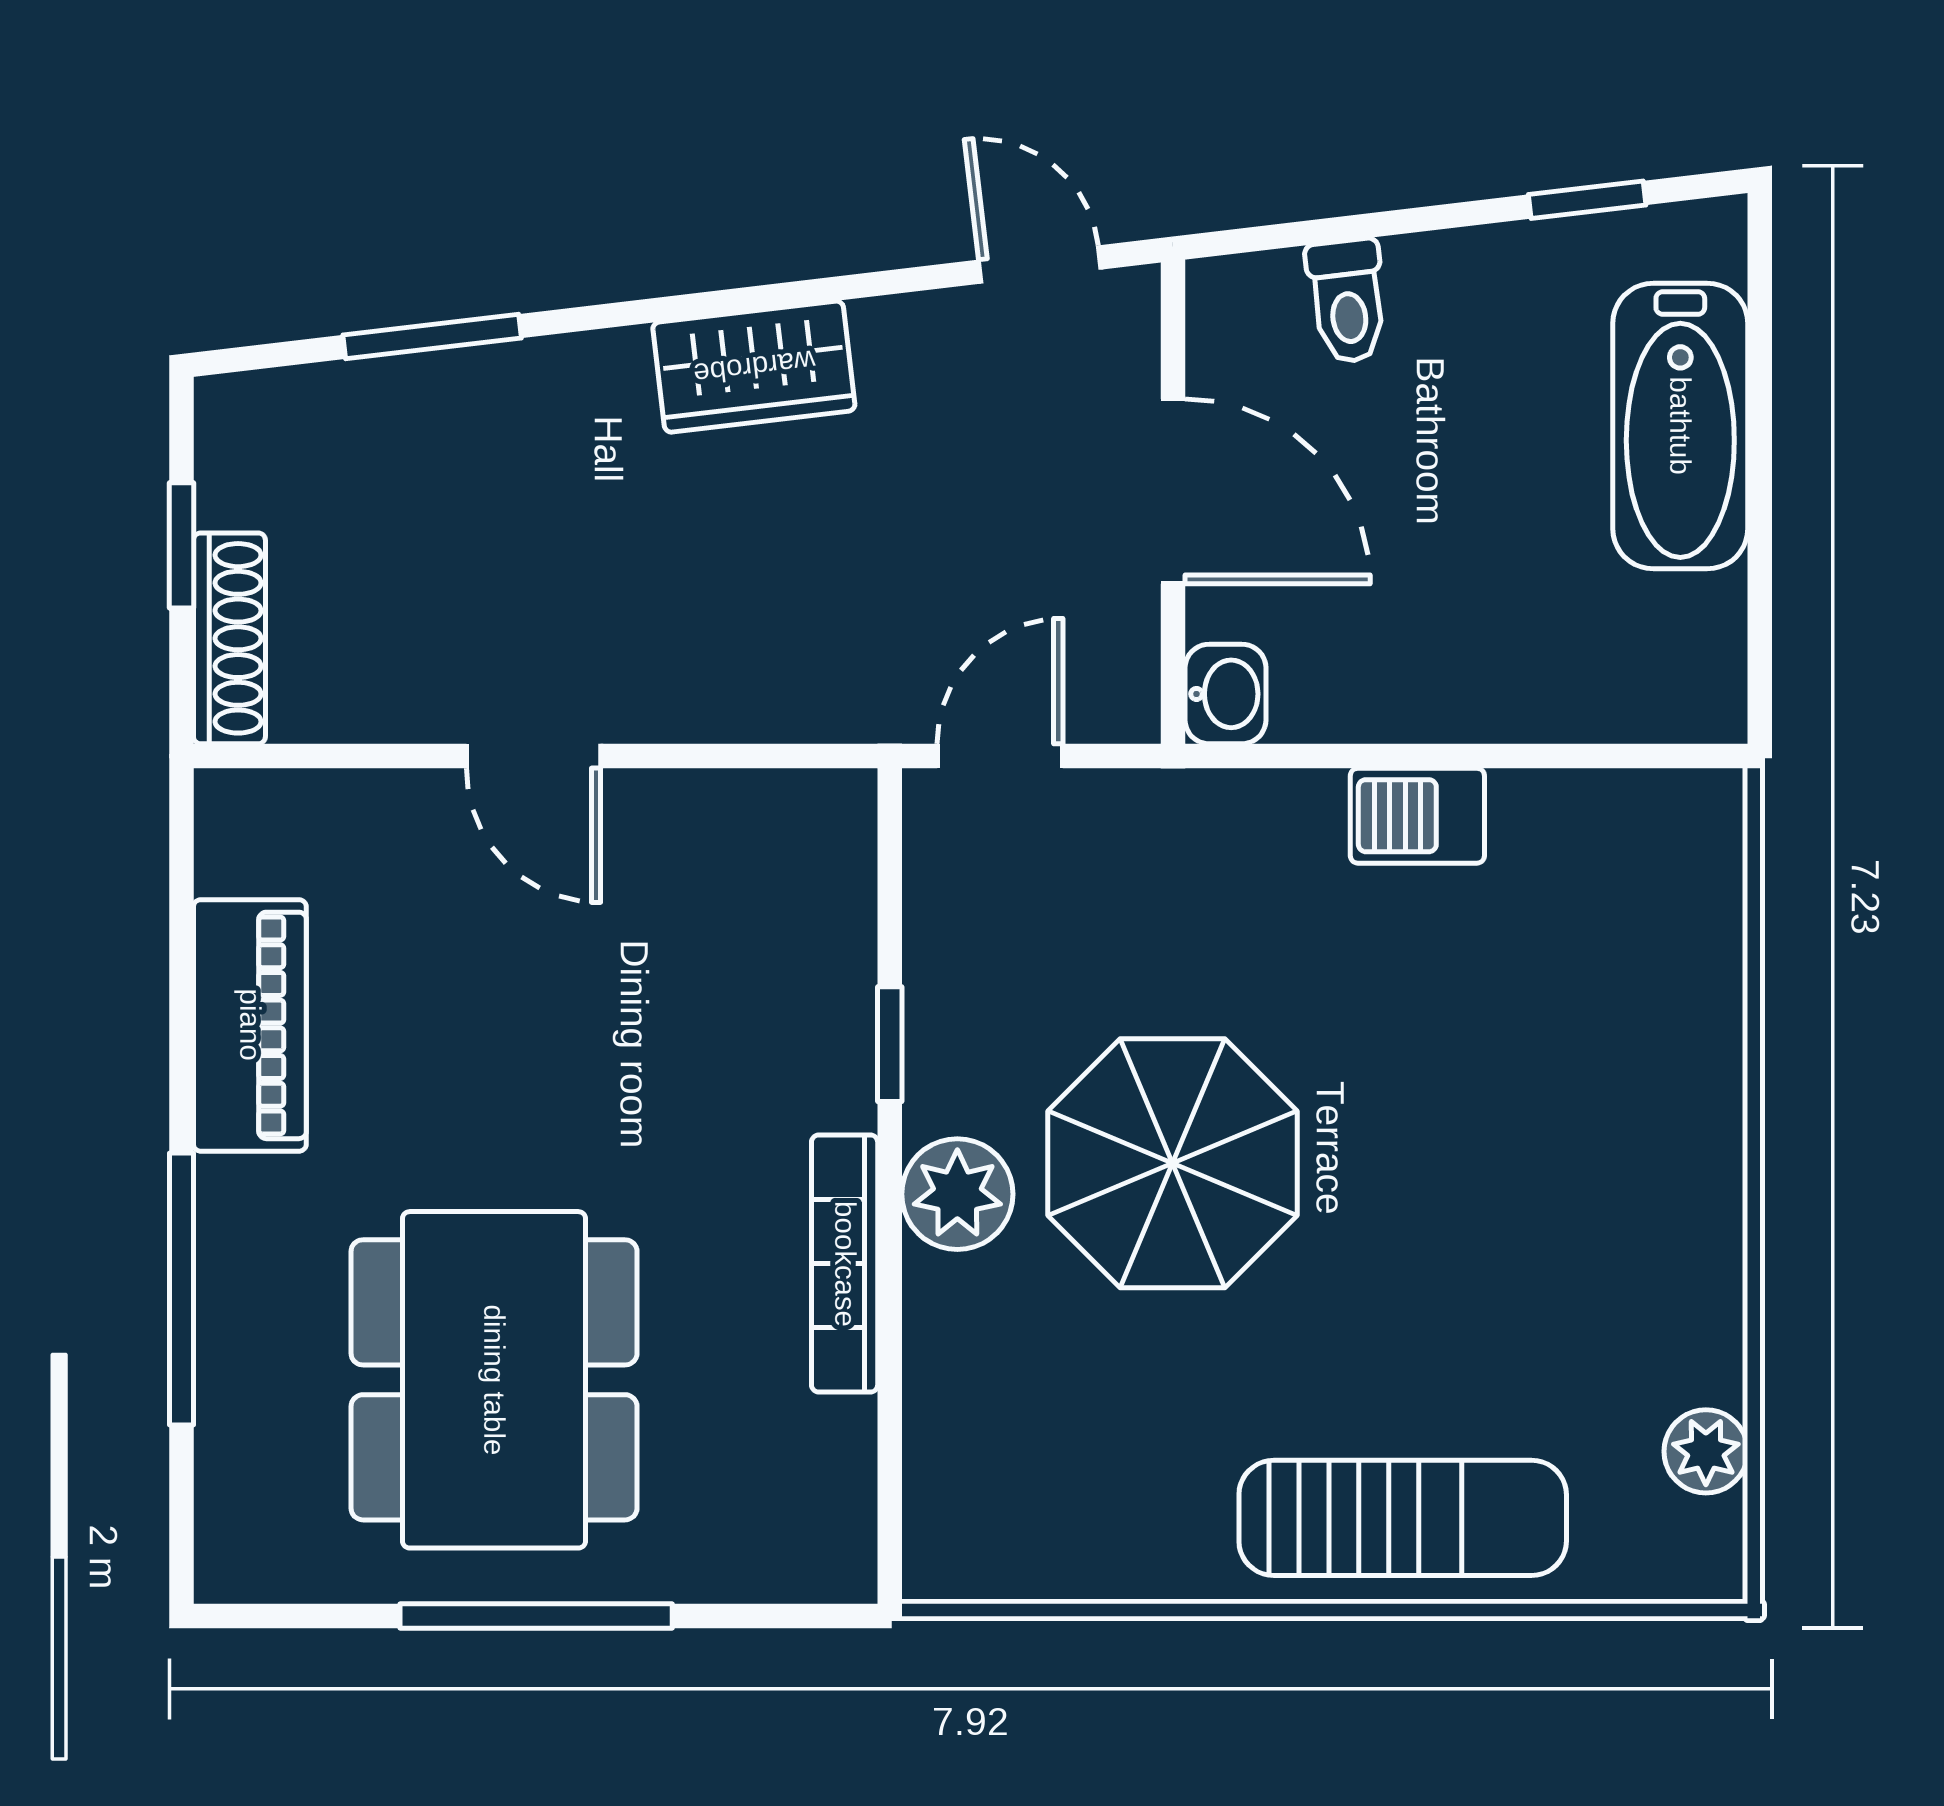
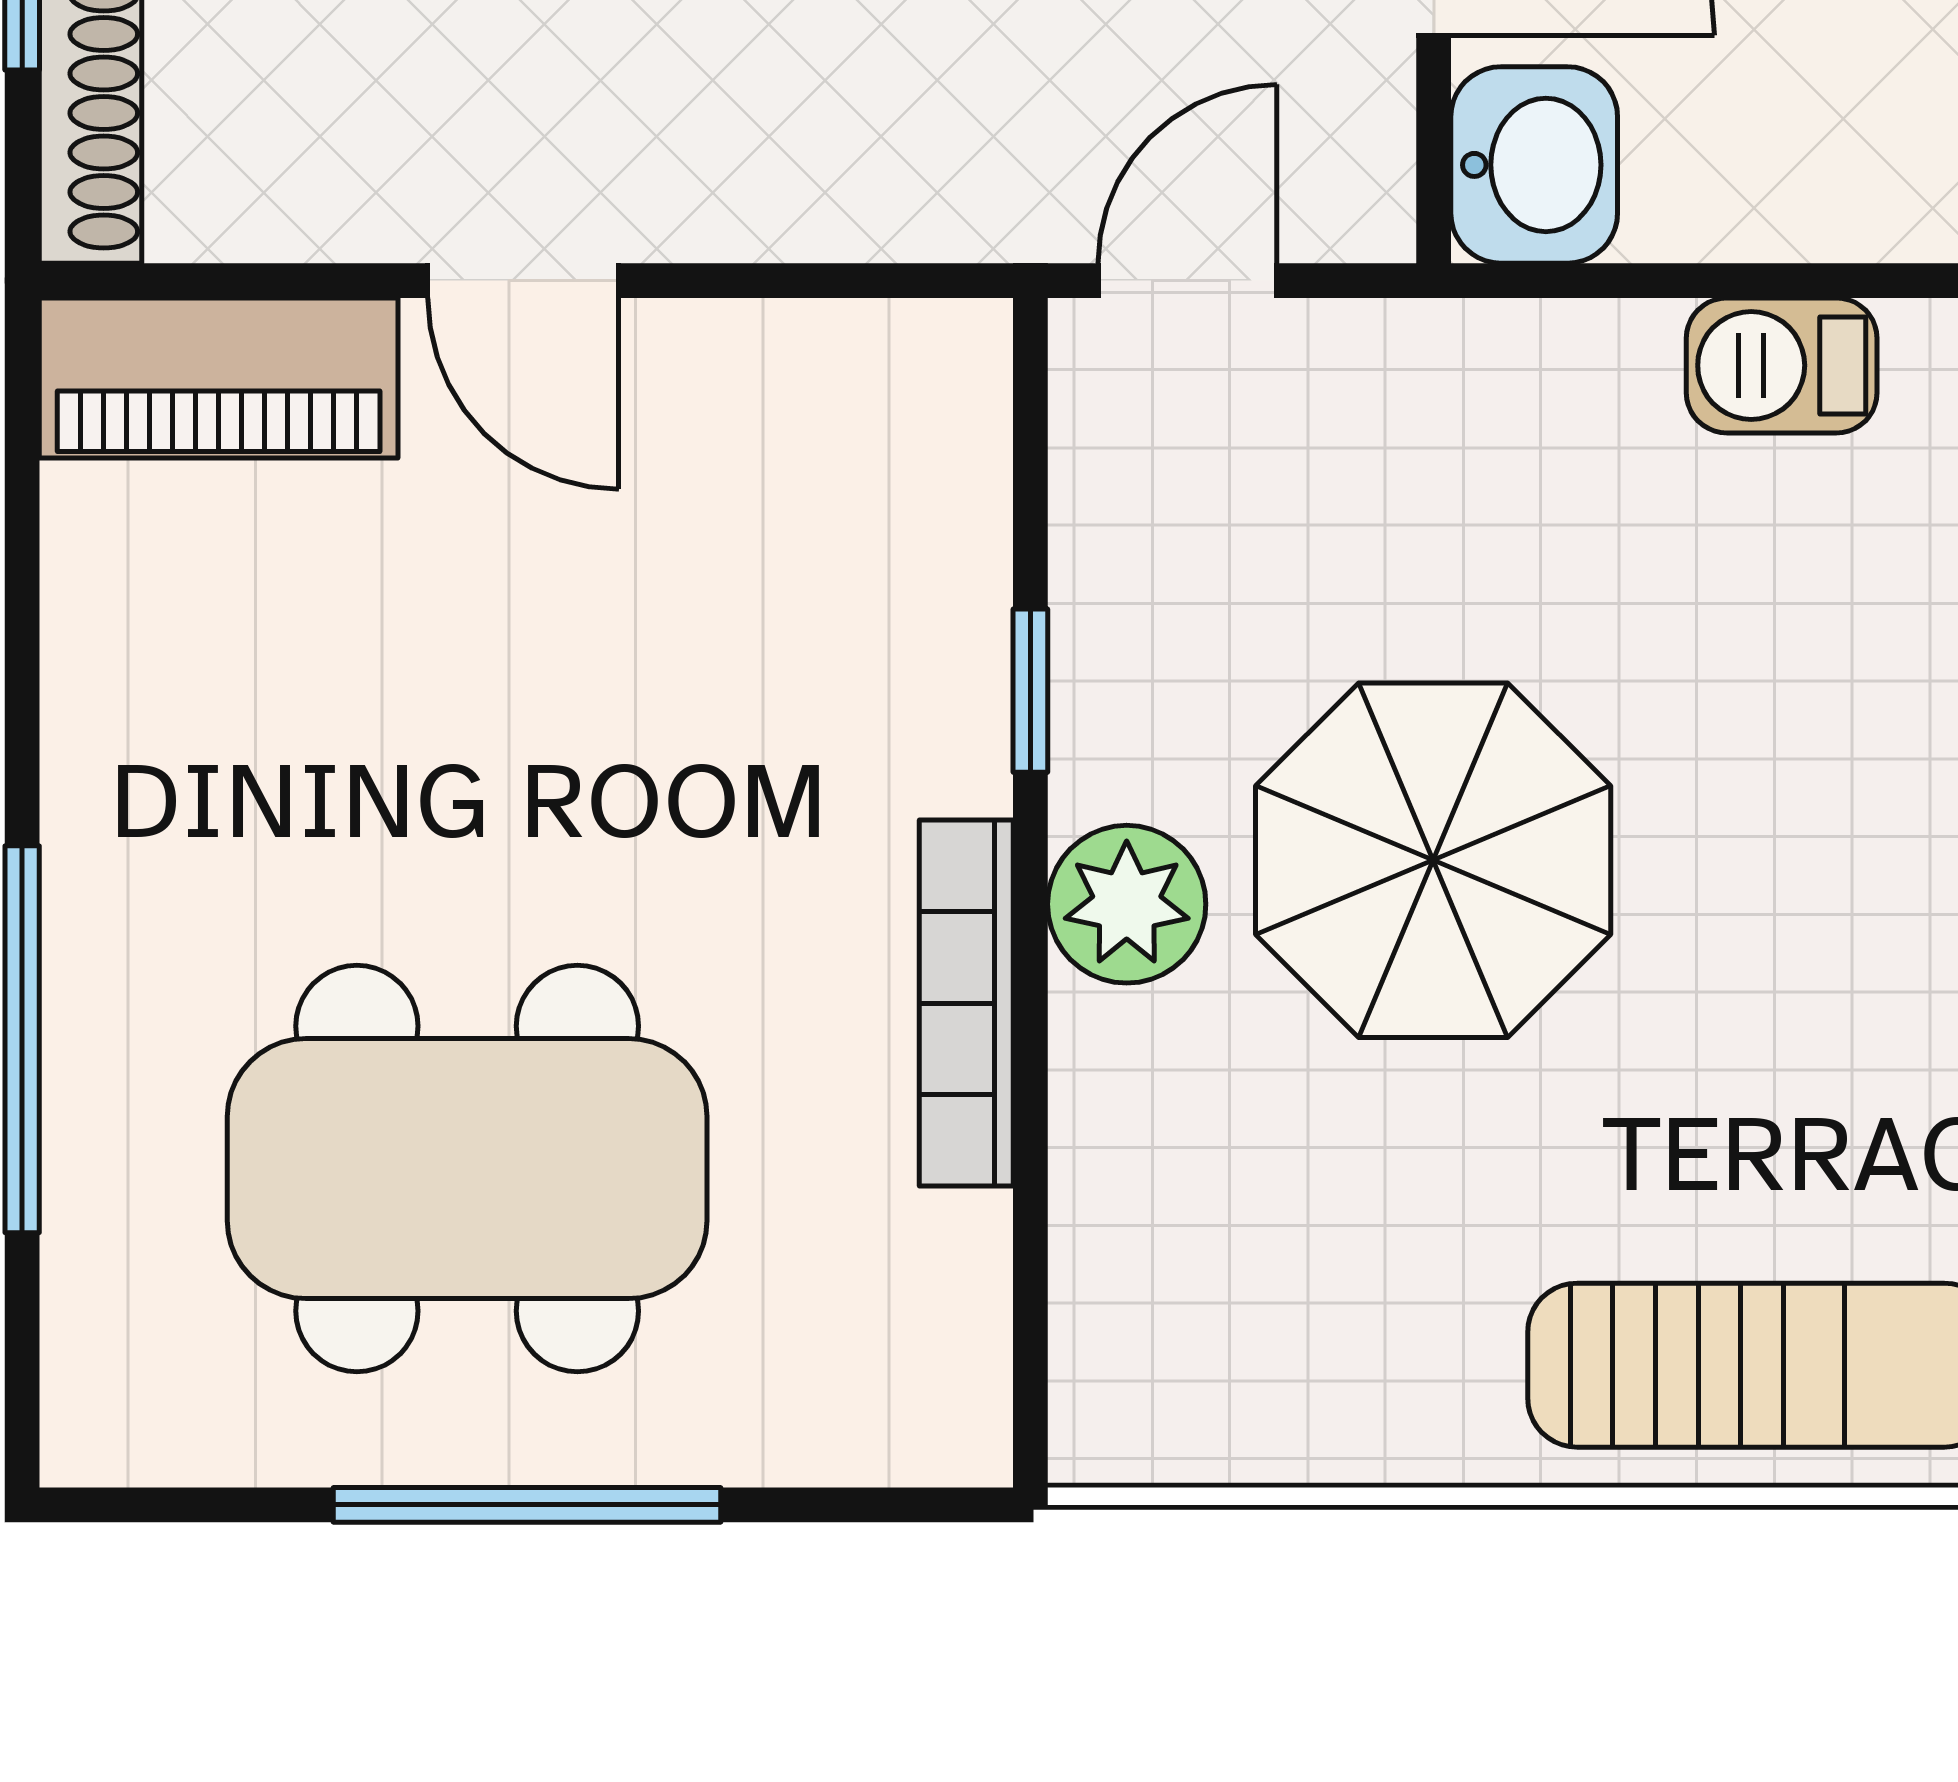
washbasin: (1226, 694) -> (1534, 165), width x1.38, depth x1.45
piano: (250, 1025) -> (219, 378), moved, turned 90
dining table: (494, 1380) -> (467, 1169), turned 90

